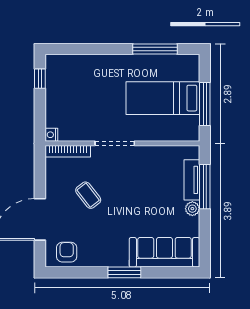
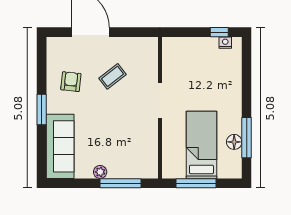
floor lamp: (160, 62) -> (234, 142), added
nightstand: (51, 135) -> (225, 43), moved
bookcase: (68, 151) -> (153, 58), removed
tv unit: (192, 180) -> (126, 171), removed
armchair: (67, 252) -> (71, 82), moved, turned -84

